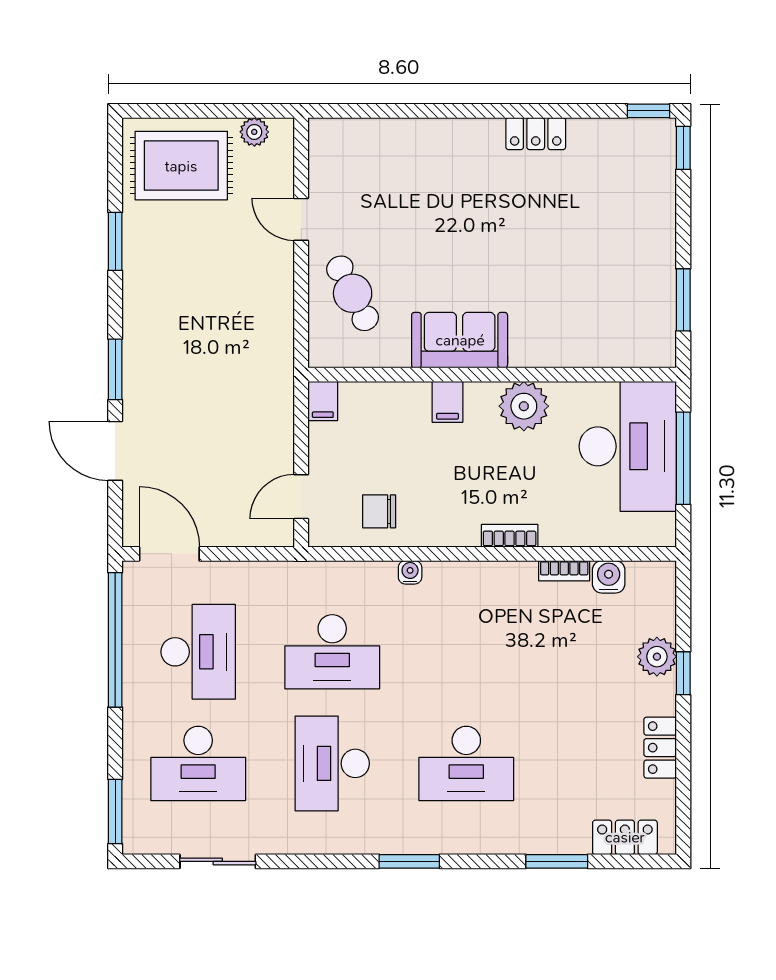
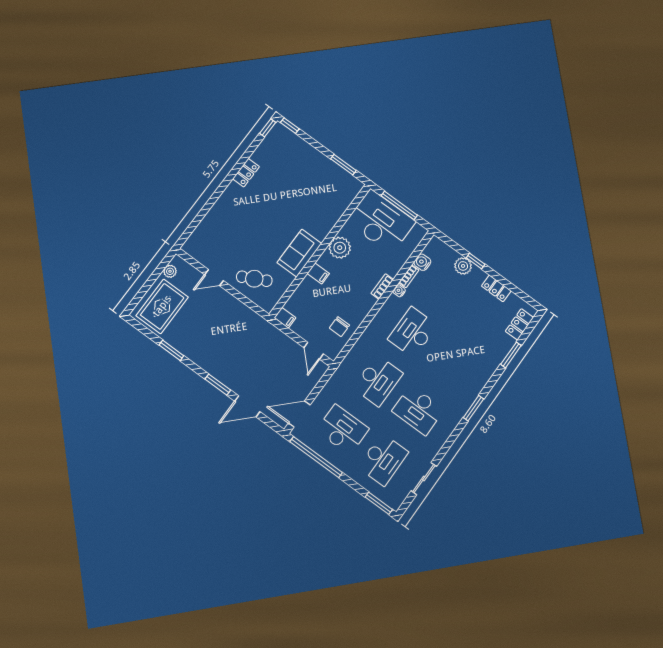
water cooler: (410, 572) -> (399, 291), moved
desk: (466, 763) -> (413, 332), moved, turned 180

